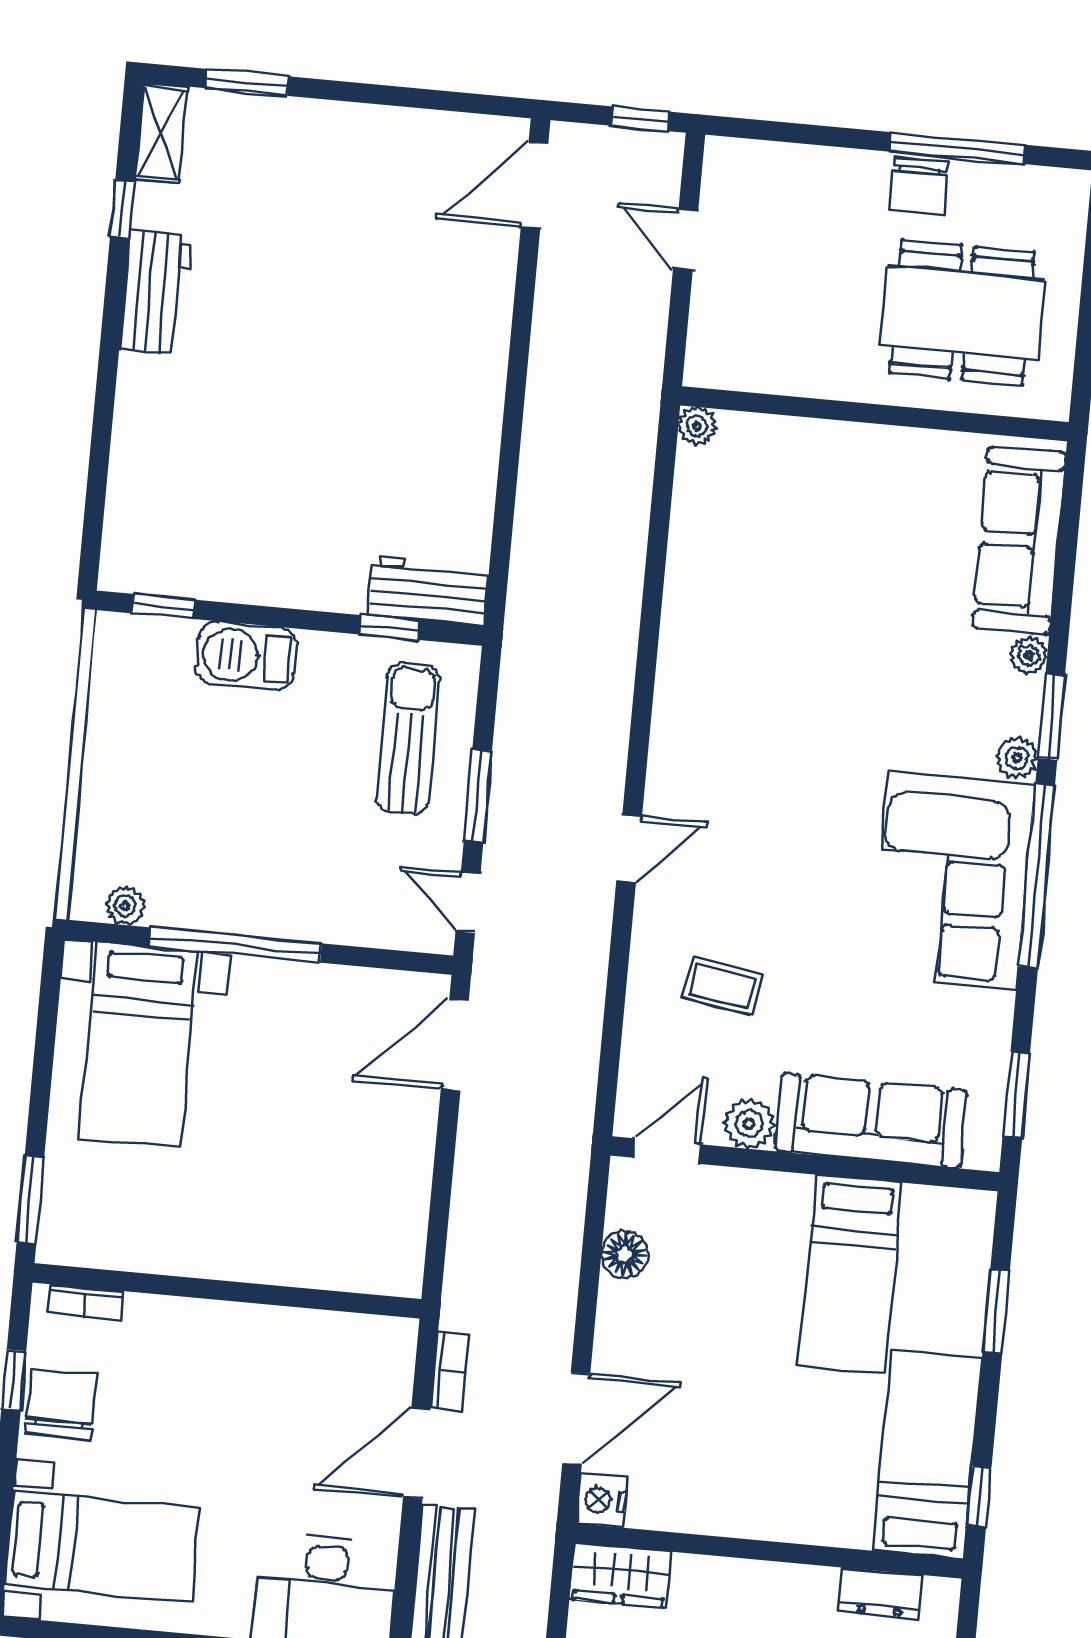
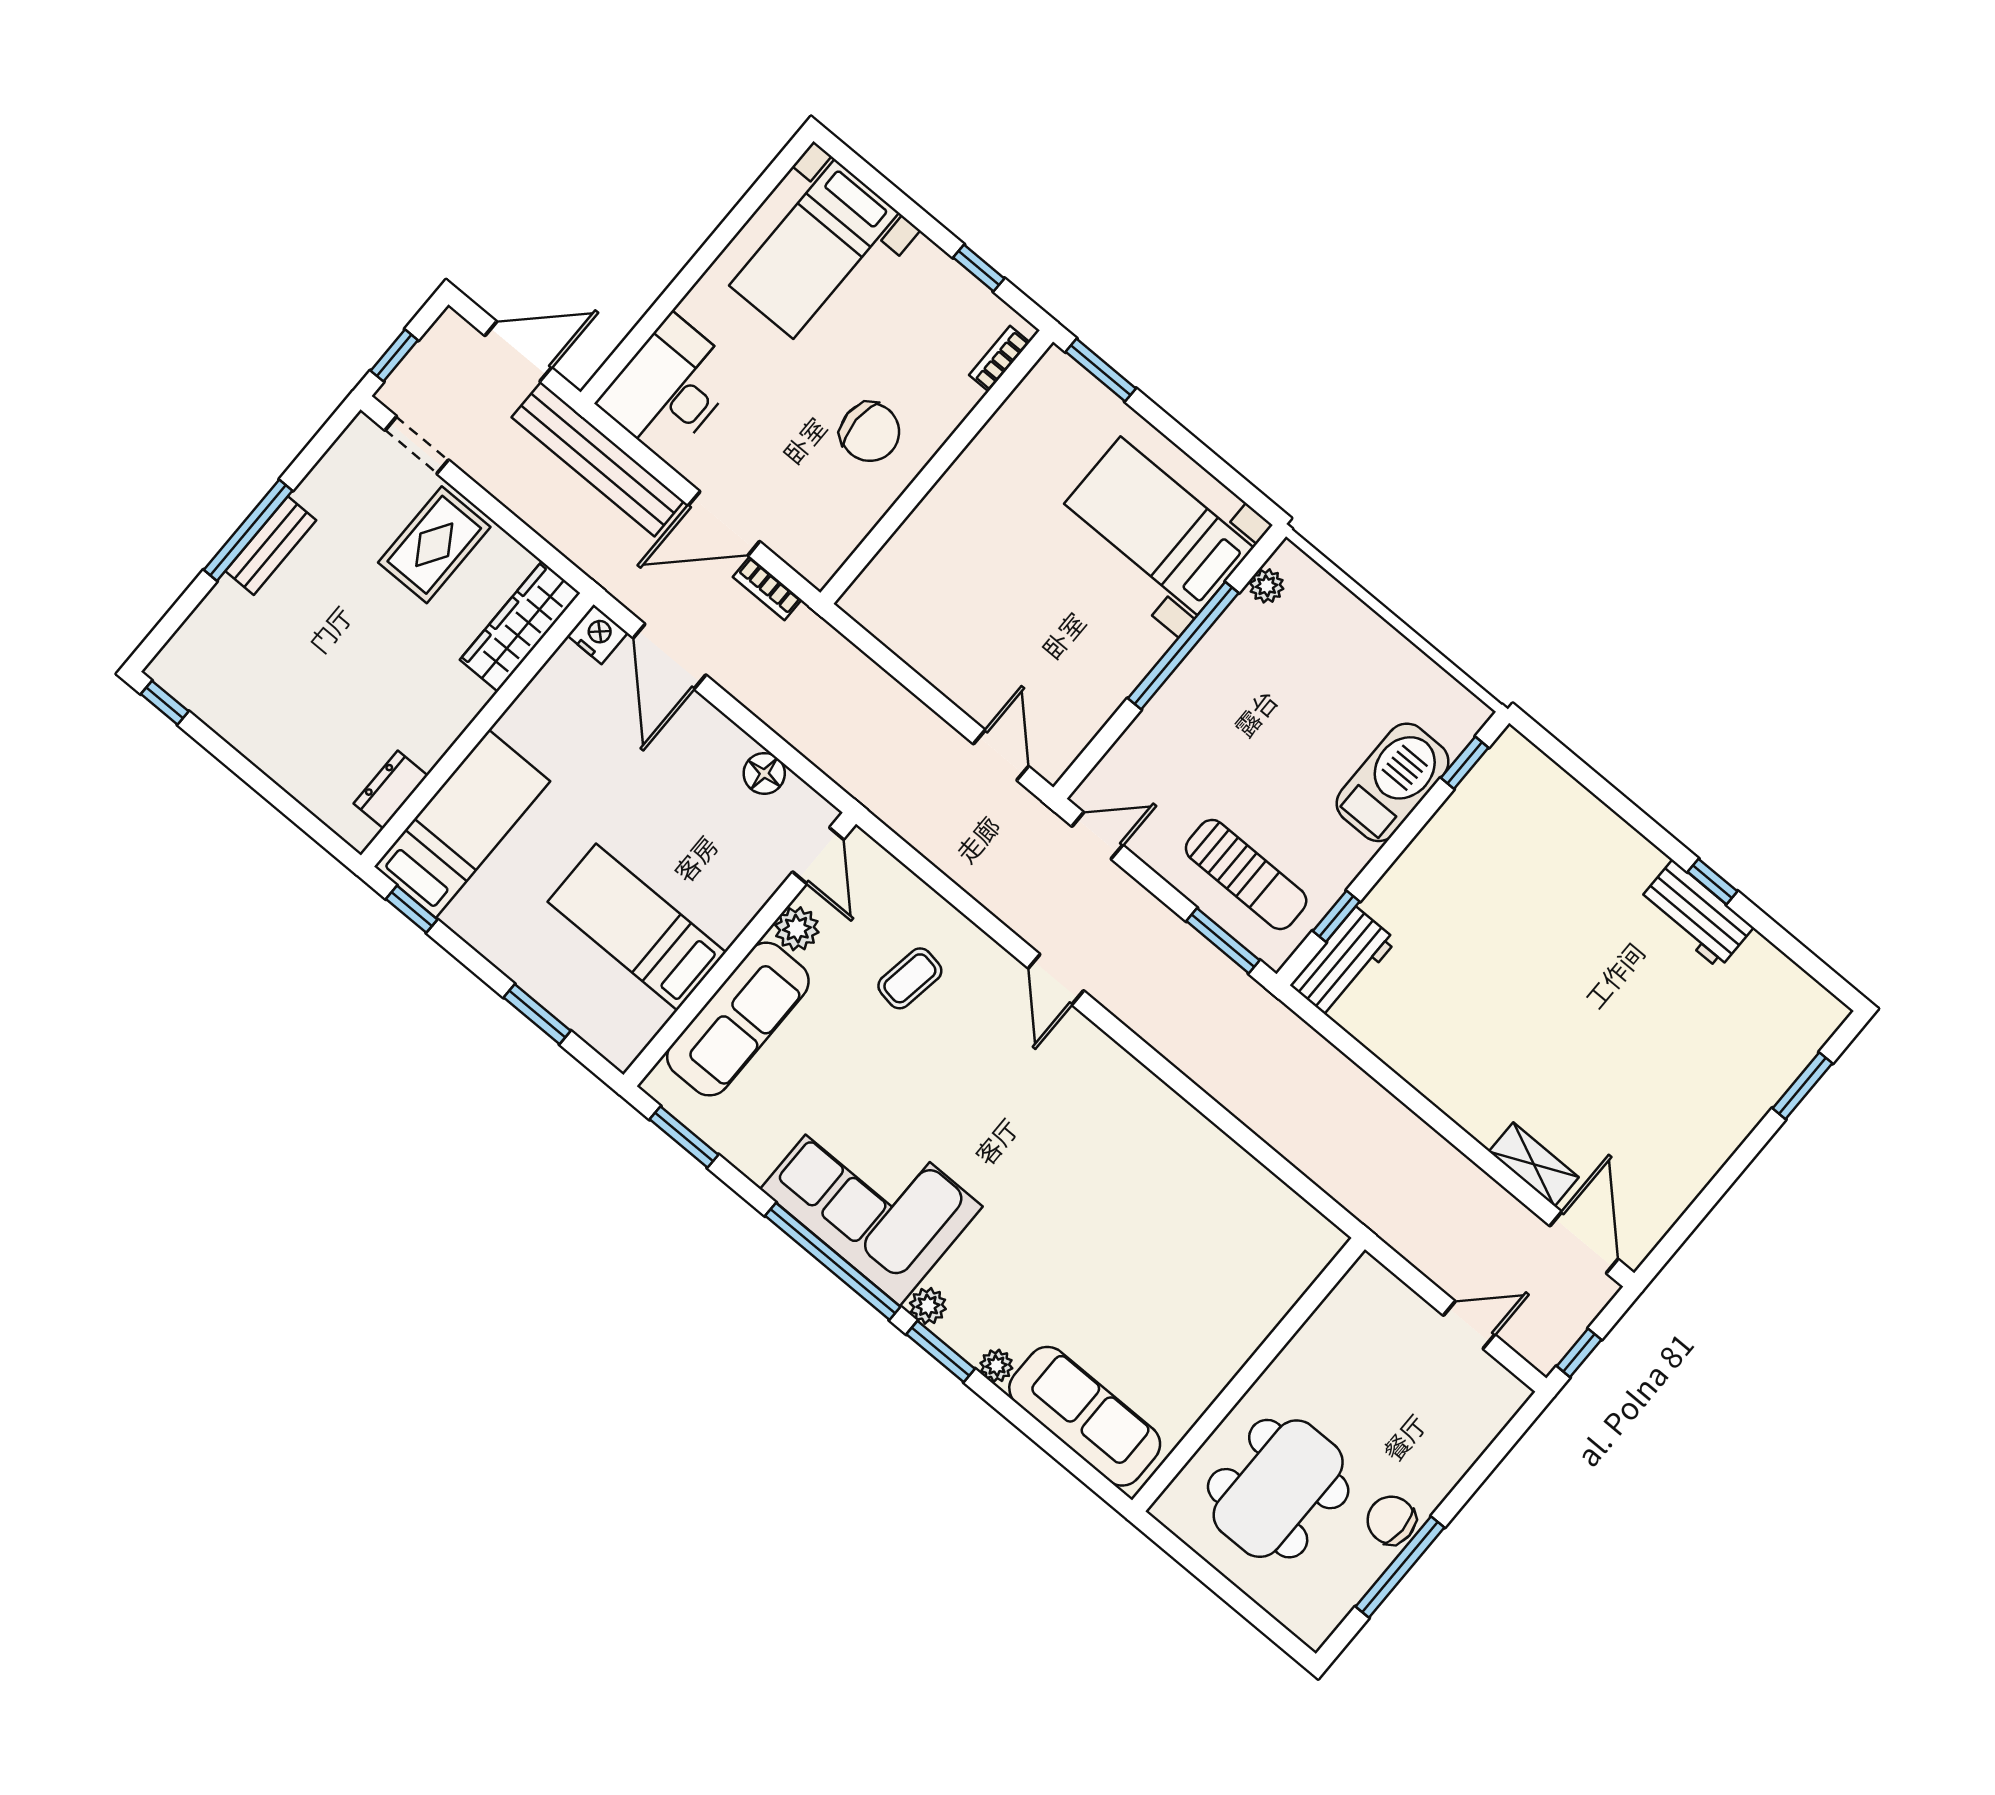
shelving: (161, 133) -> (1534, 1164), moved
window: (122, 209) -> (1713, 882), moved
plant: (697, 426) -> (1328, 1240), removed
barbecue: (246, 656) -> (1393, 782), width x1.37, depth x1.21
window: (478, 796) -> (1223, 941), moved
door: (455, 1045) -> (1001, 755), width x0.73
chair: (60, 1404) -> (870, 432), moved
door: (417, 1453) -> (724, 523), swing flipped
bed: (927, 1454) -> (462, 824), moved, turned -90
wardrobe: (620, 1575) -> (520, 626), width x1.50

